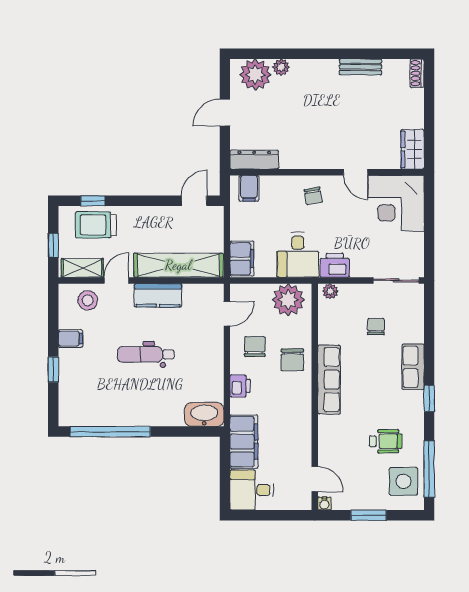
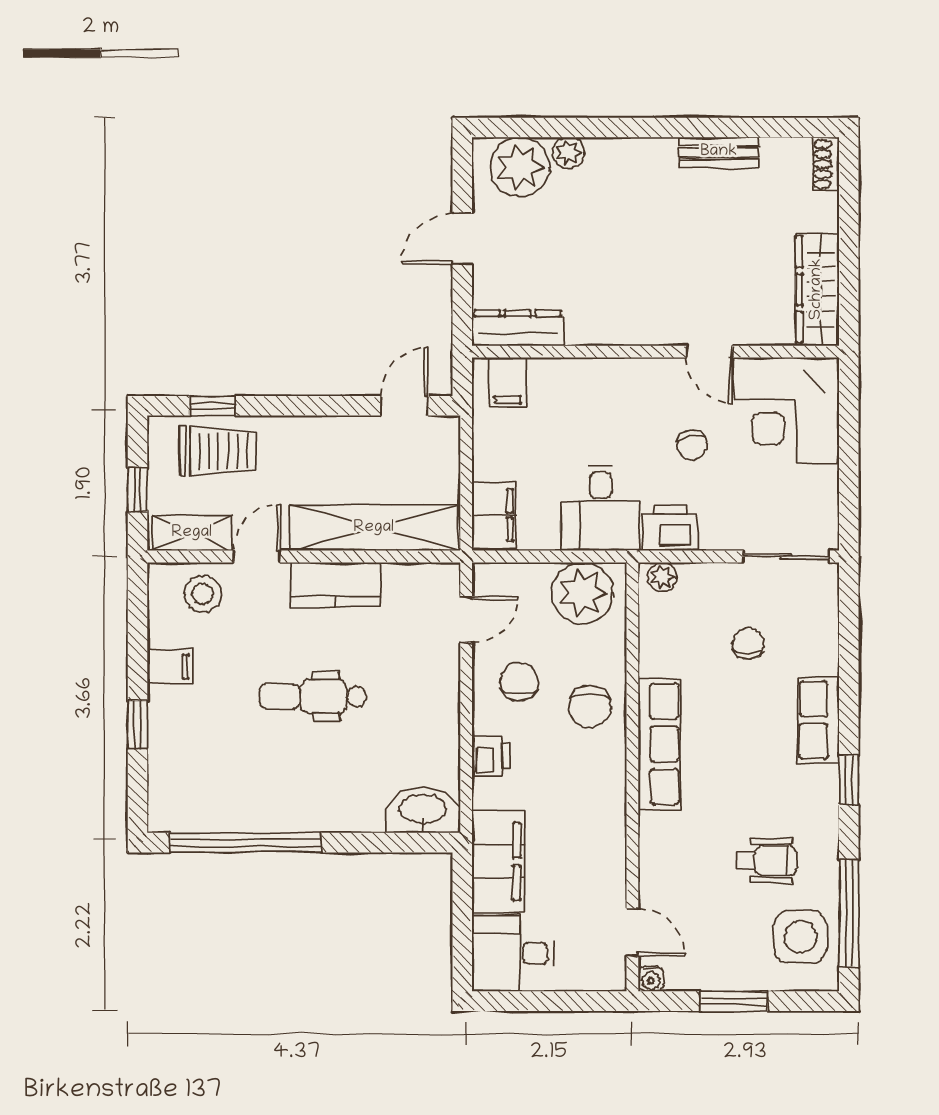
wardrobe: (413, 149) -> (817, 289), width x1.50
chair: (313, 196) -> (692, 445), moved
trolley: (96, 225) -> (218, 451), turned 180

